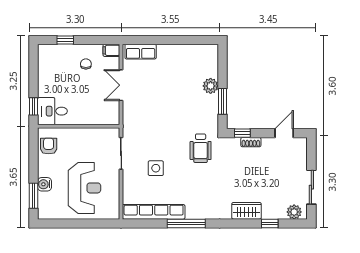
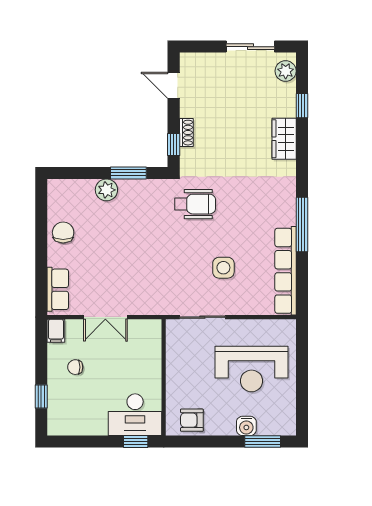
chair: (181, 55) -> (63, 233), added
desk: (52, 111) -> (135, 415), width x1.37
reception desk: (84, 188) -> (252, 369), turned 180

